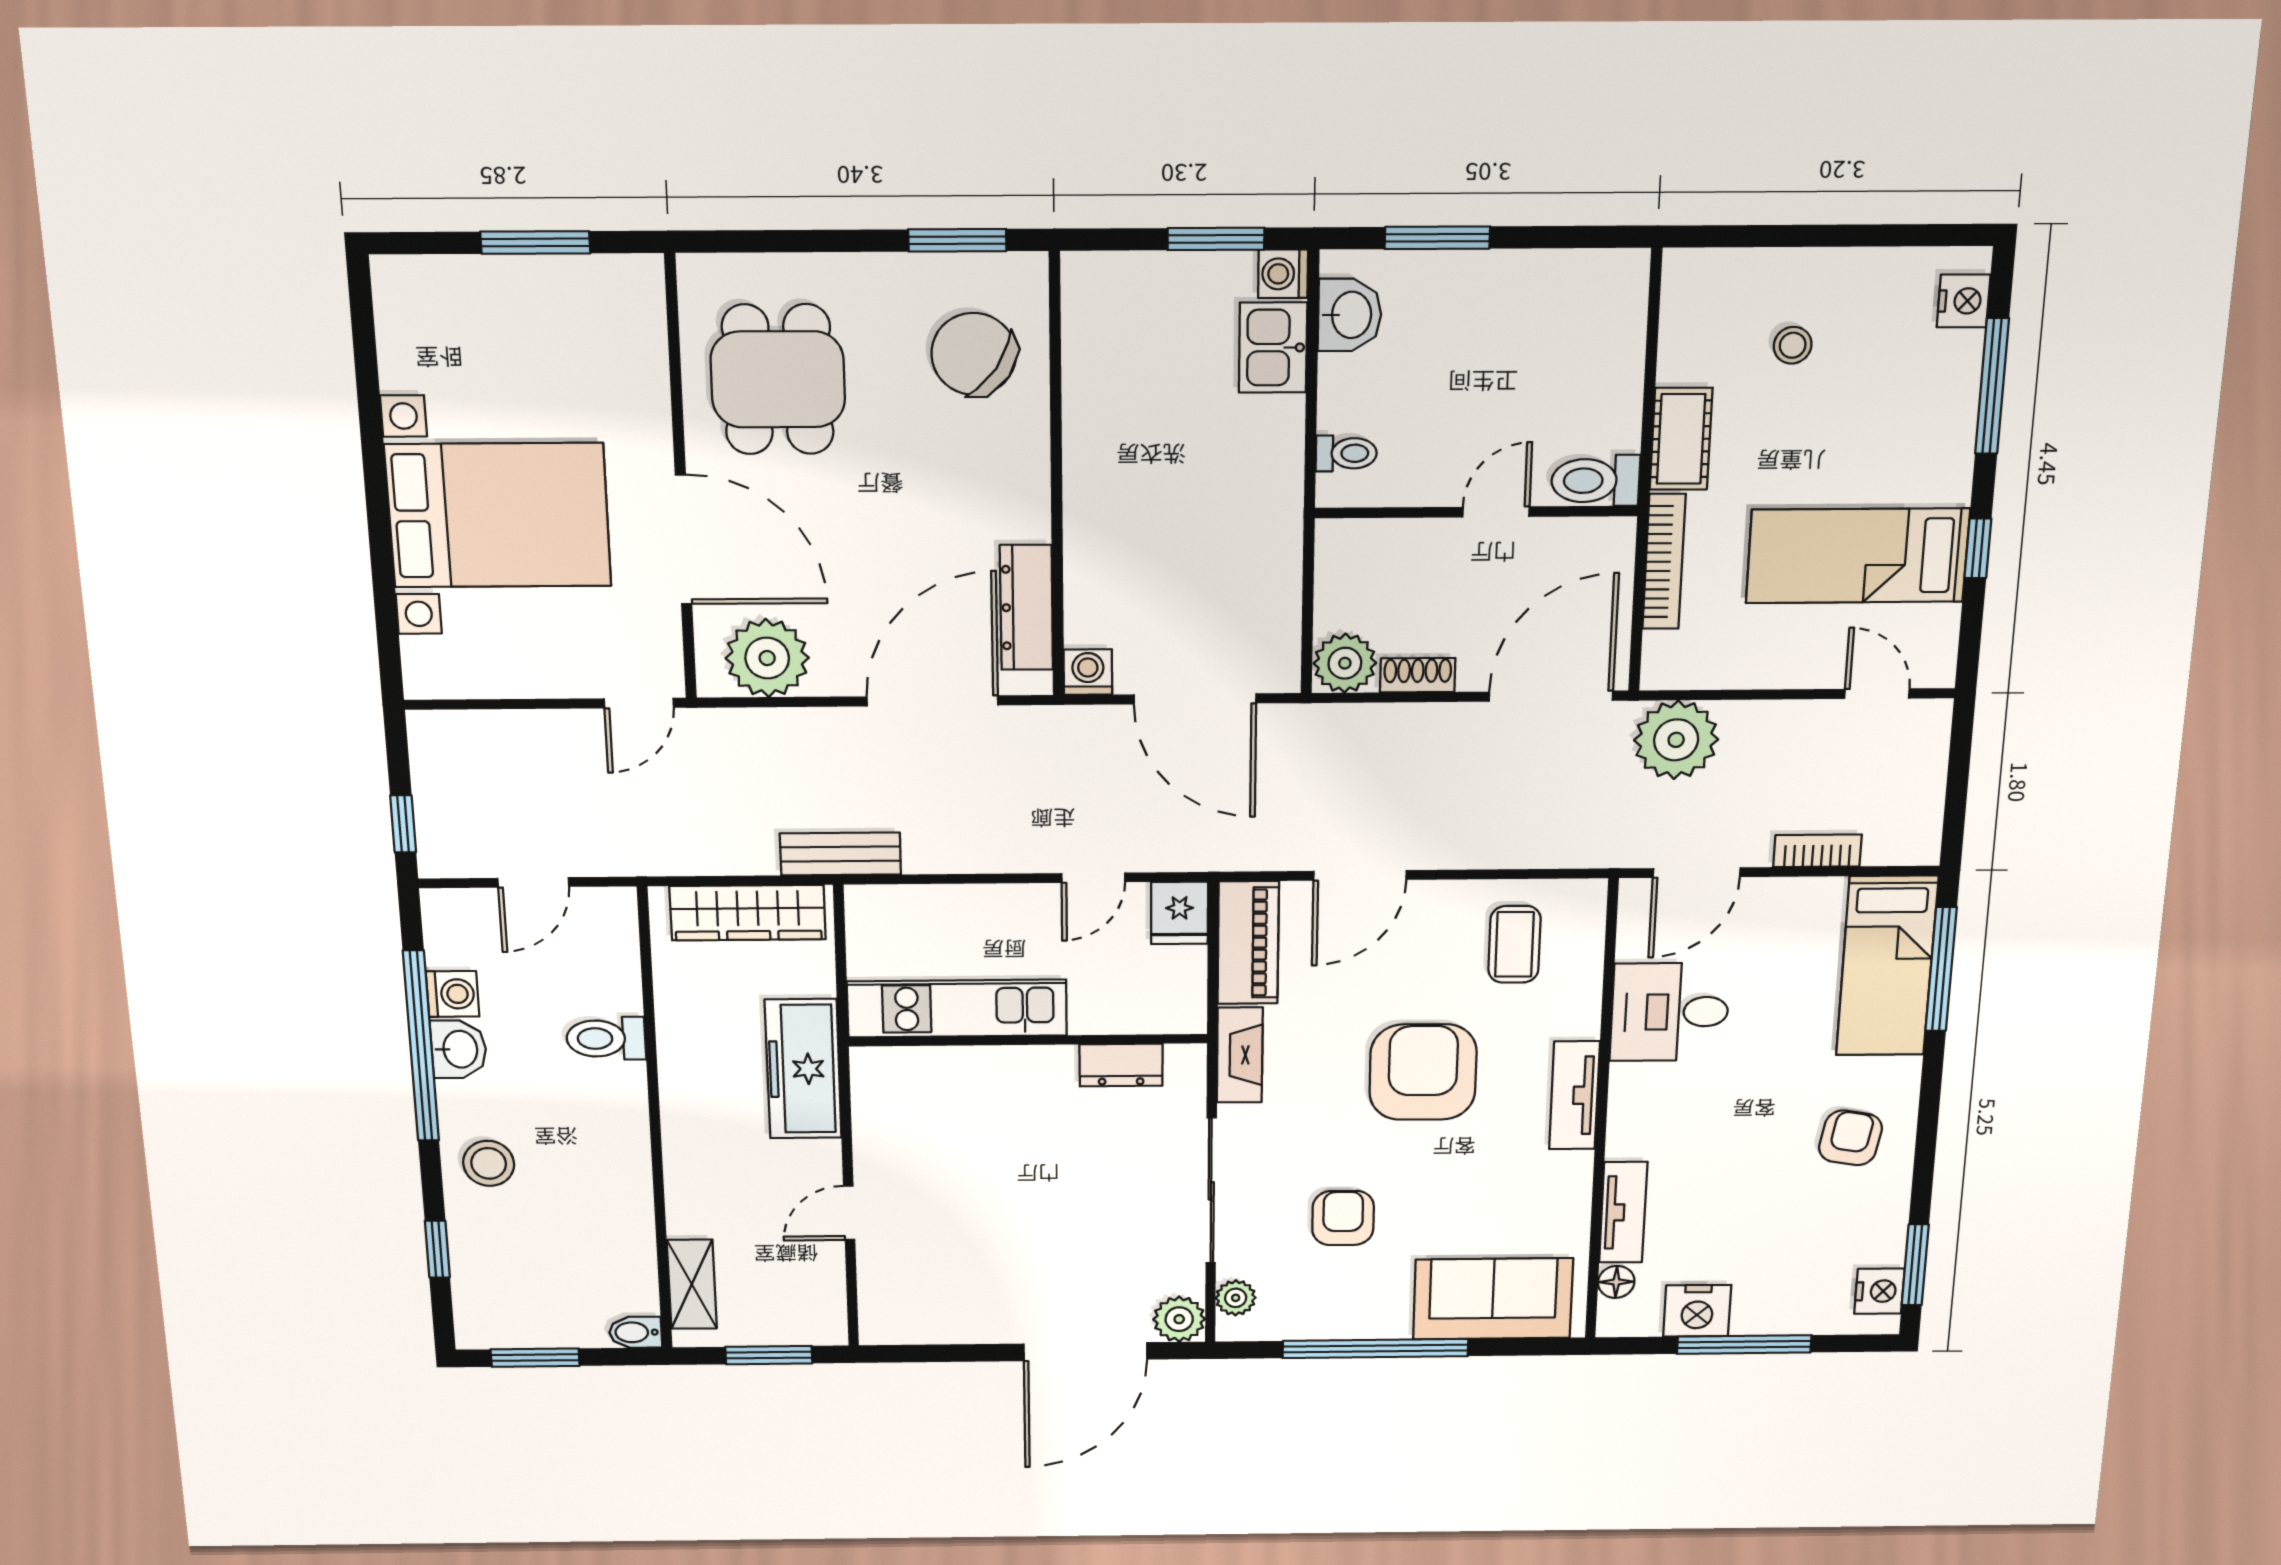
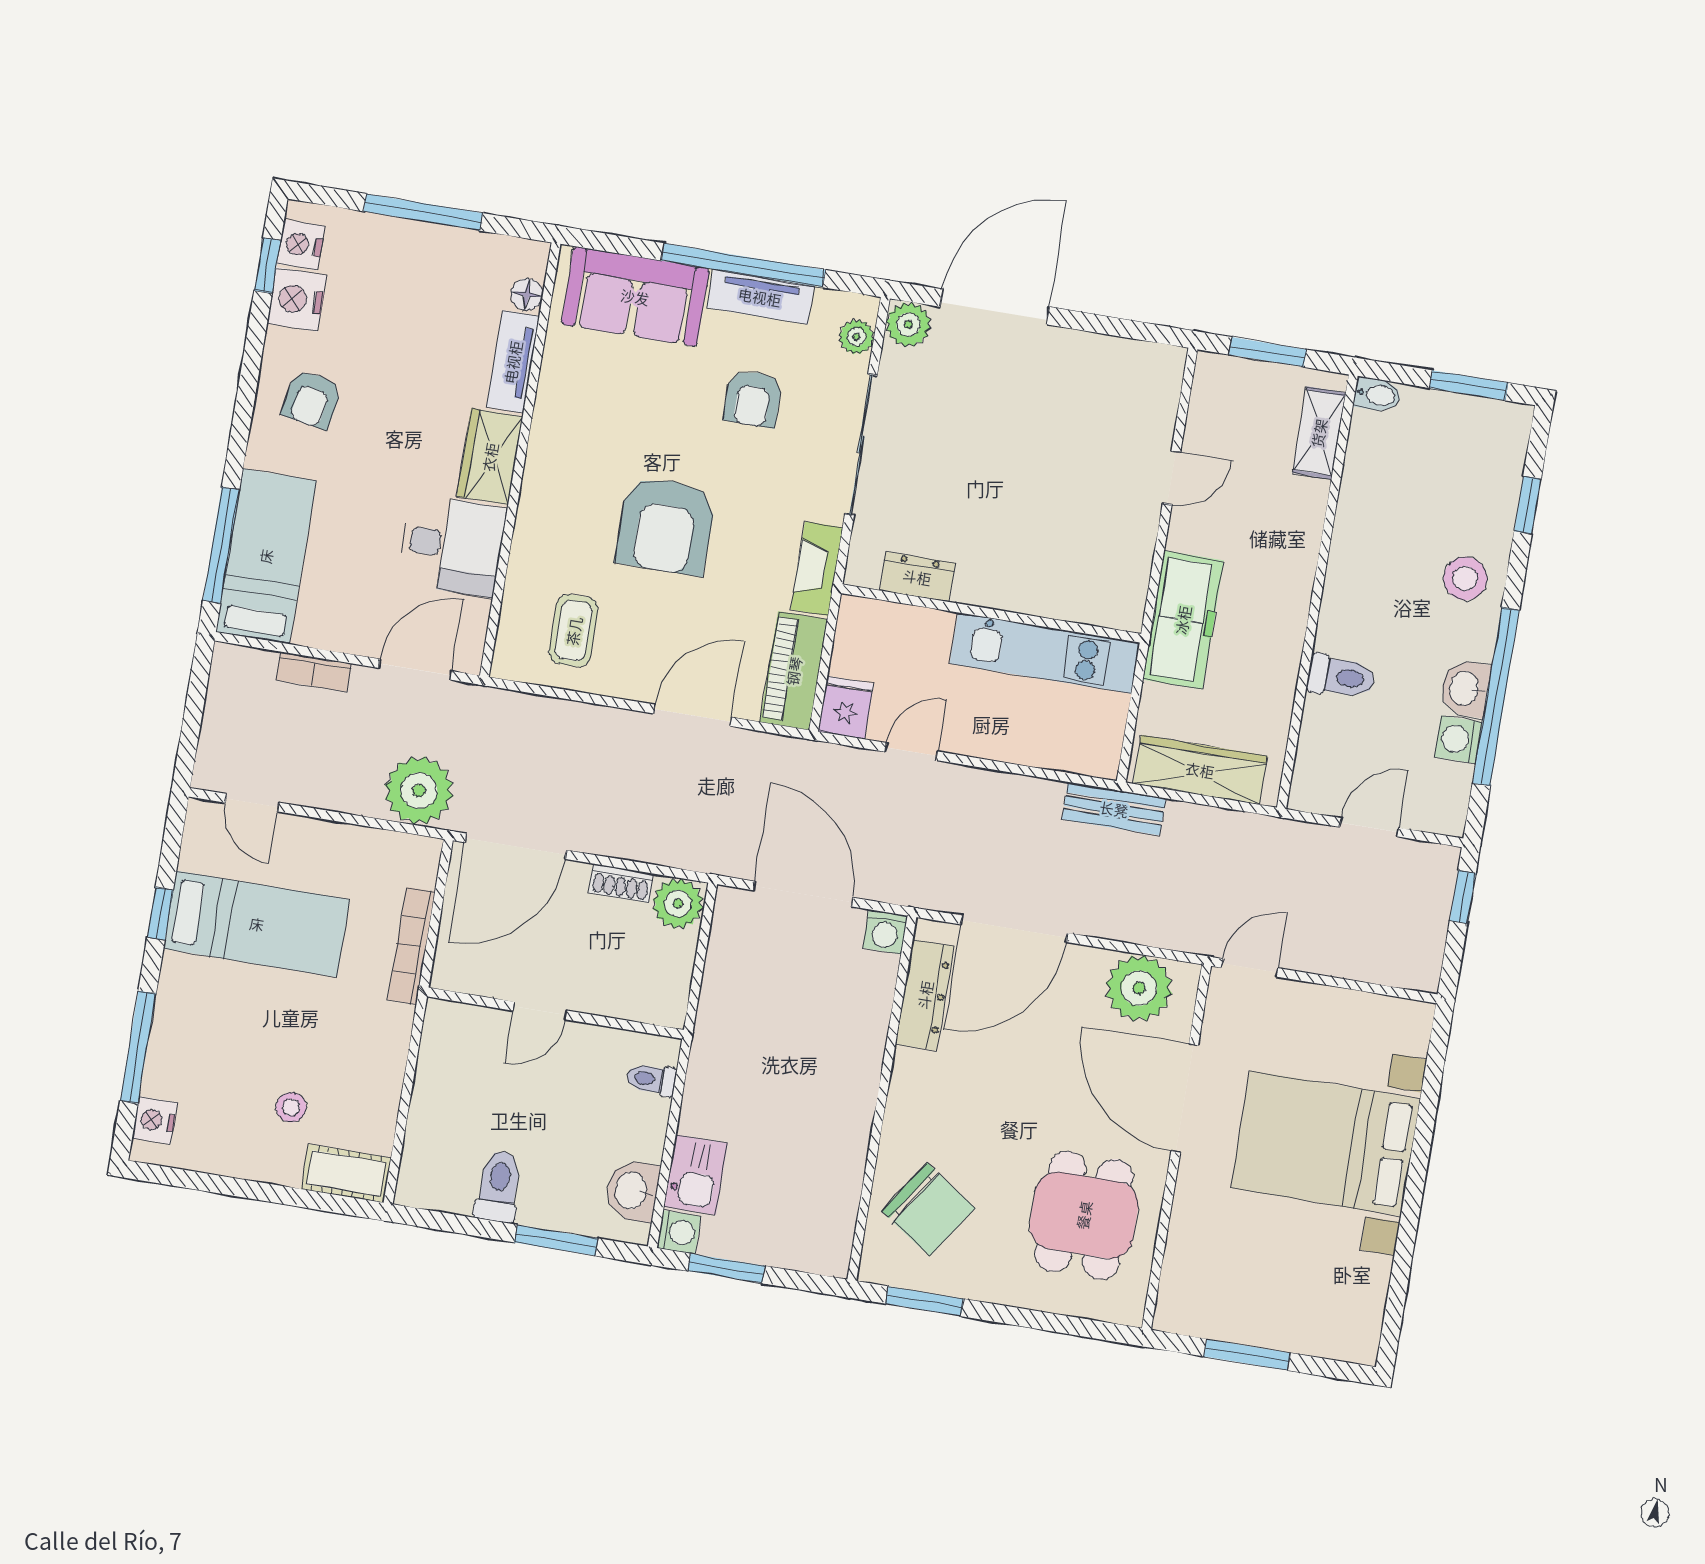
cot: (1681, 439) -> (346, 1173), moved, turned 90
toilet: (1595, 481) -> (499, 1186), moved, turned -90
tv unit: (1575, 1095) -> (760, 297), moved, turned 90
wardrobe: (1637, 1112) -> (490, 457), added
window: (1915, 1265) -> (267, 265), width x0.67
nightstand: (1697, 1311) -> (297, 299), moved, turned -90

